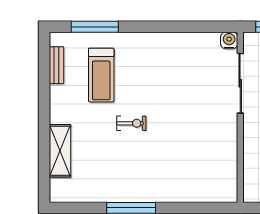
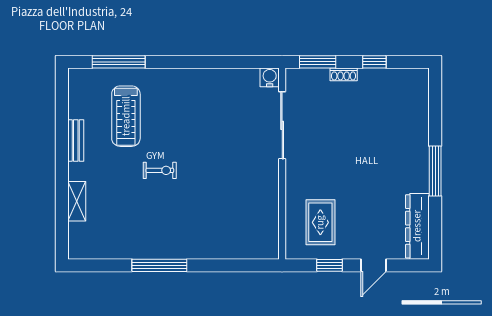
bench: (57, 65) -> (76, 140), moved
shelving: (60, 151) -> (77, 201), width x0.67, depth x0.75

